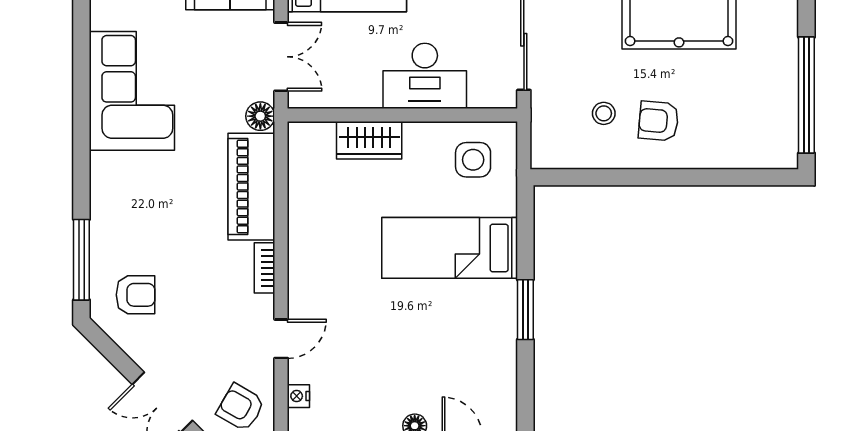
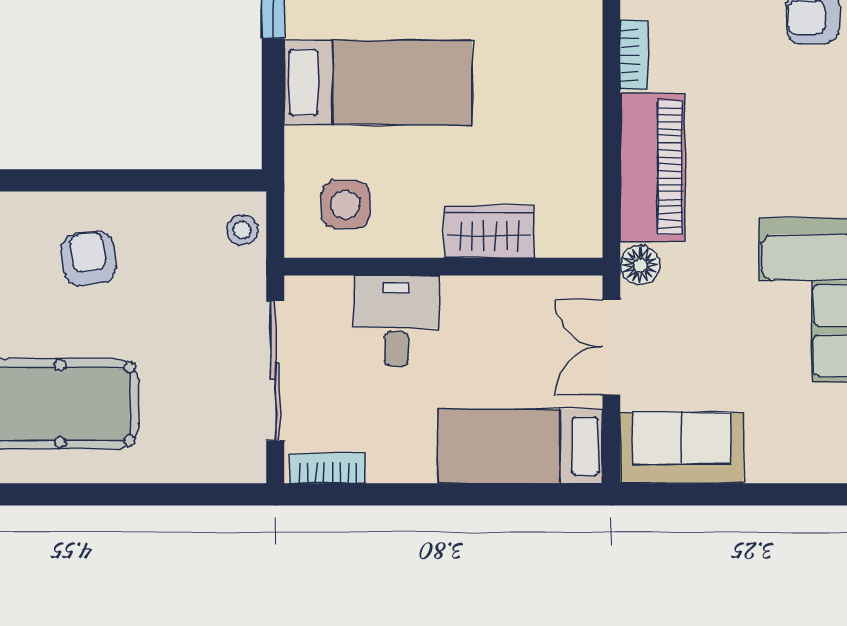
desk: (425, 76) -> (397, 321), width x0.73
stool: (604, 113) -> (242, 230), moved
armchair: (658, 121) -> (89, 258), turned -102

